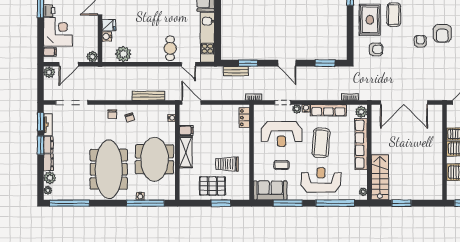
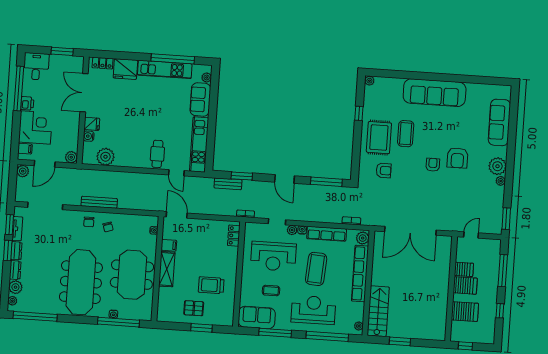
window: (325, 63) -> (326, 182), width x1.44
bench: (149, 96) -> (99, 202), moved
pallet: (213, 186) -> (194, 308), width x0.67, depth x0.71

